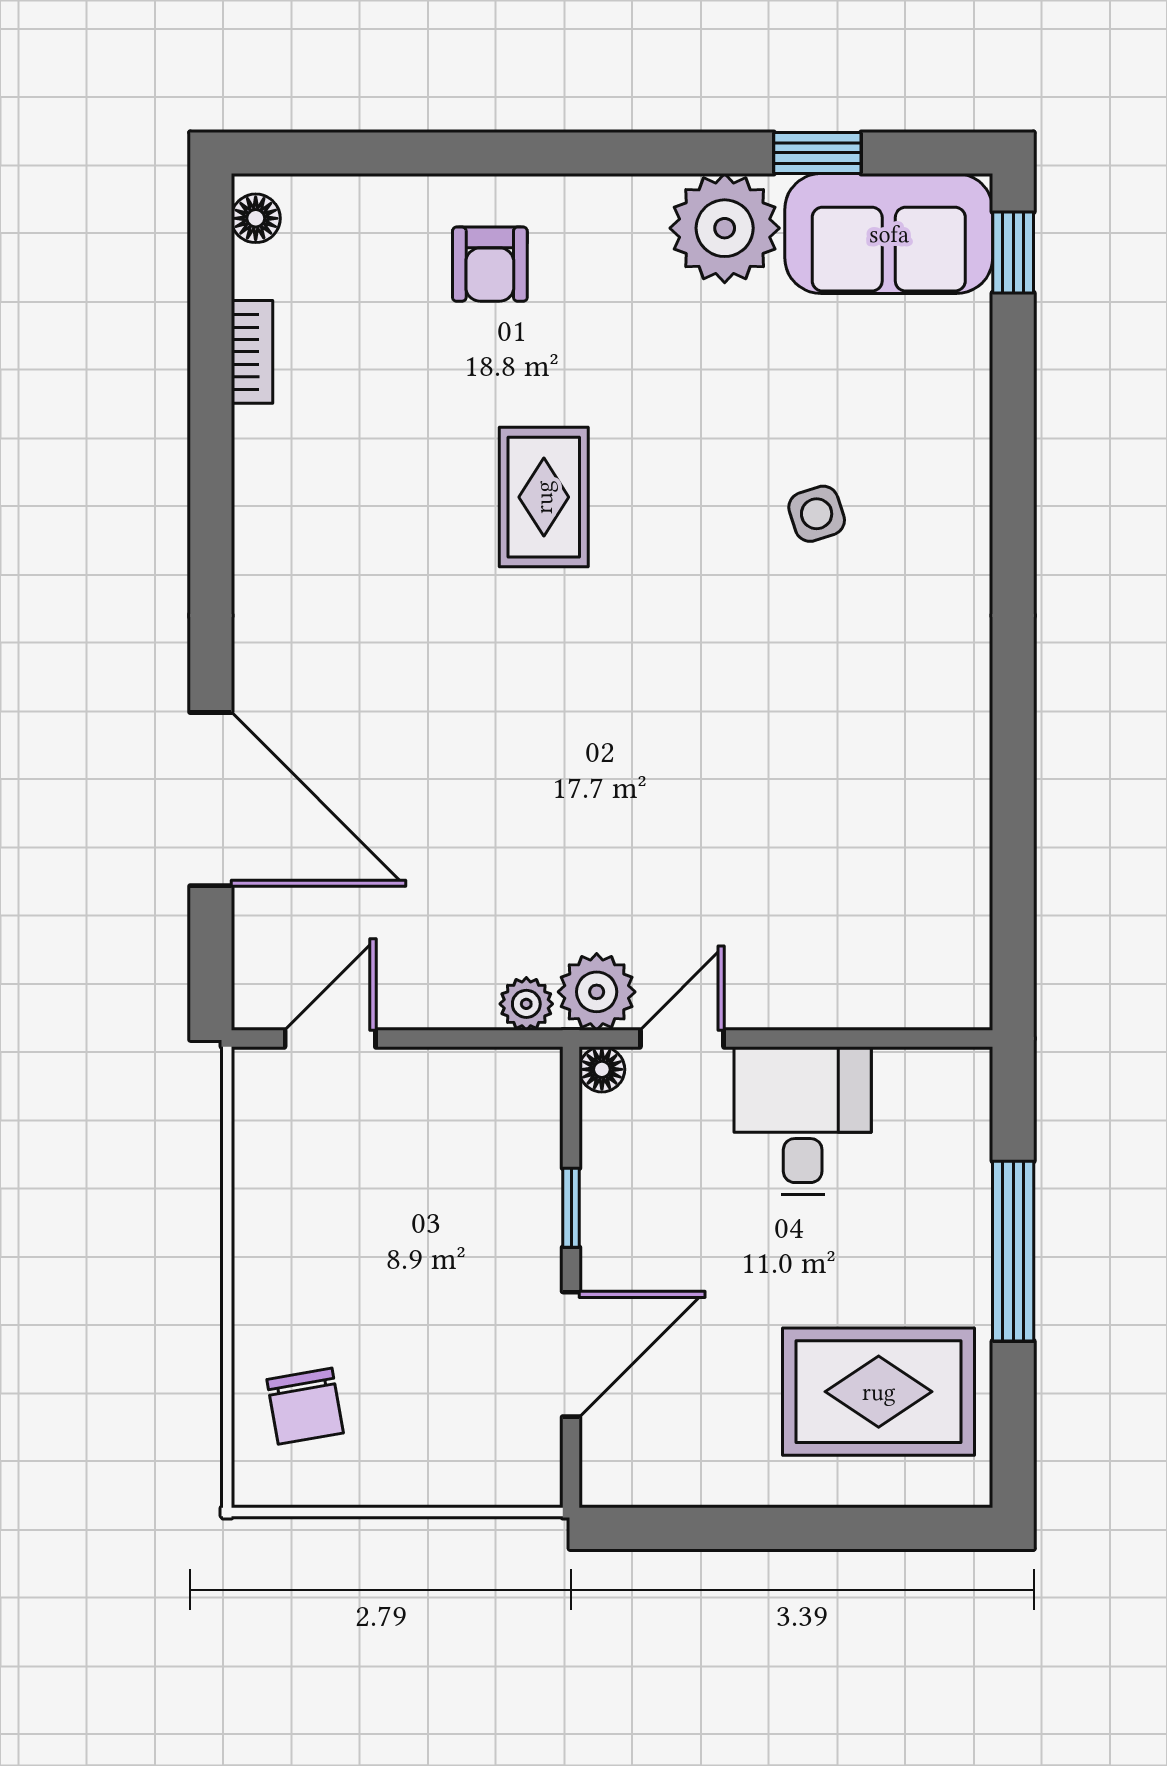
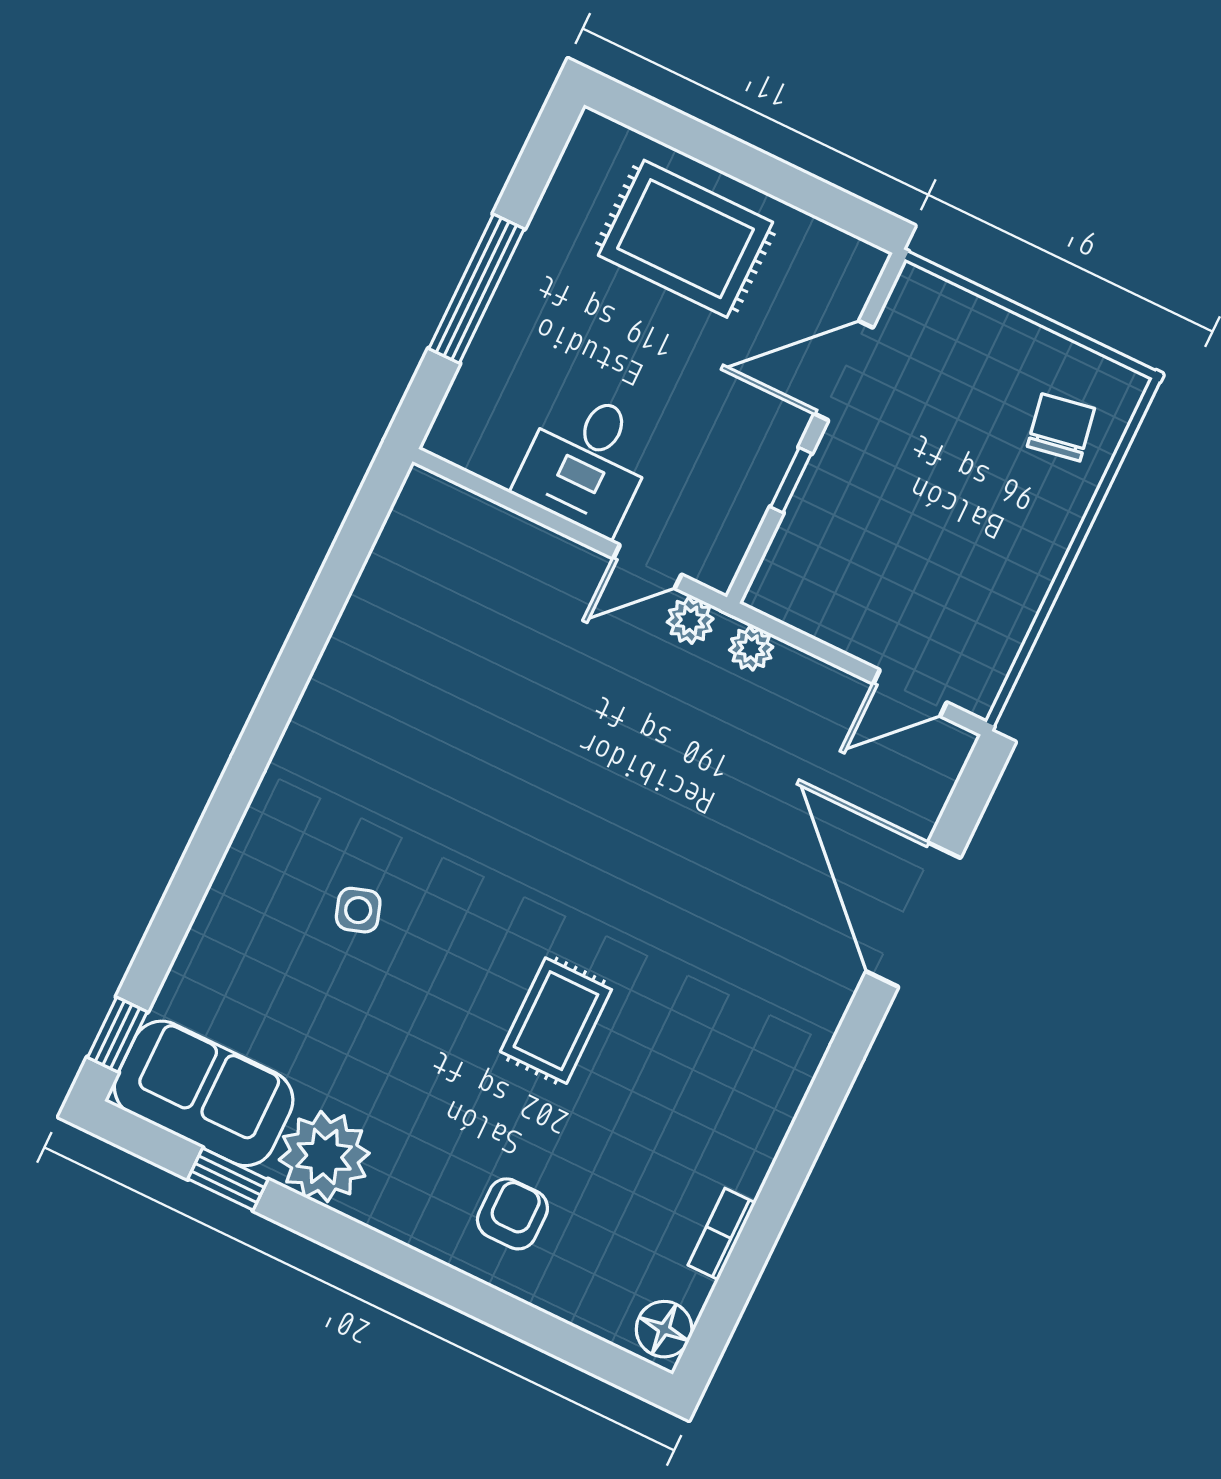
floor lamp: (256, 218) -> (664, 1329), width x1.37, depth x1.37
plant: (597, 992) -> (690, 620), width x0.73, depth x0.73
floor lamp: (602, 1069) -> (718, 572), removed
rug: (879, 1392) -> (686, 239), moved

